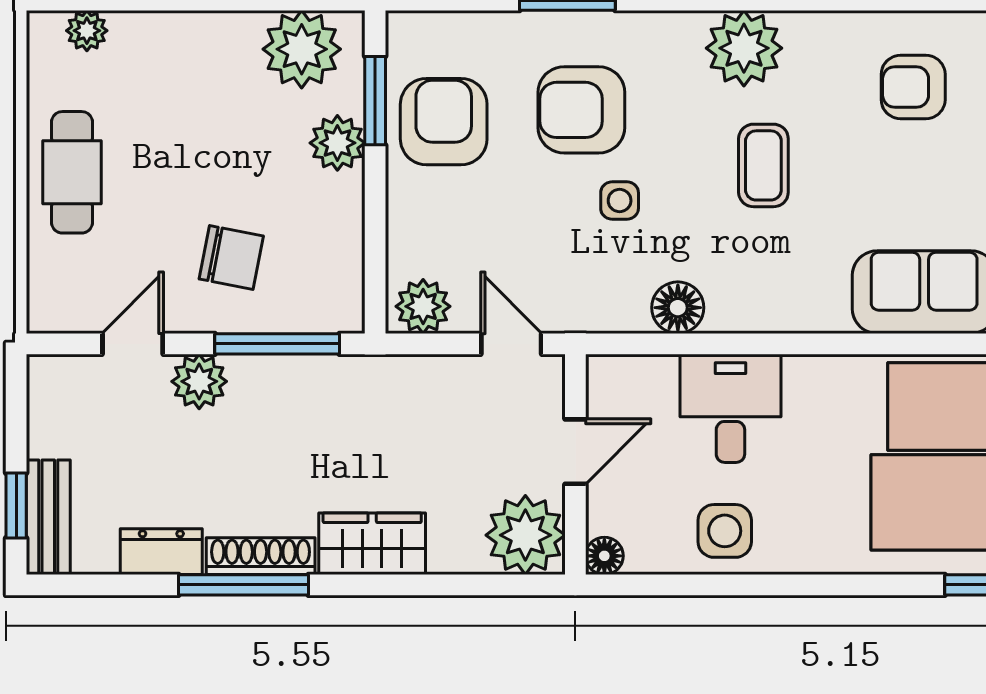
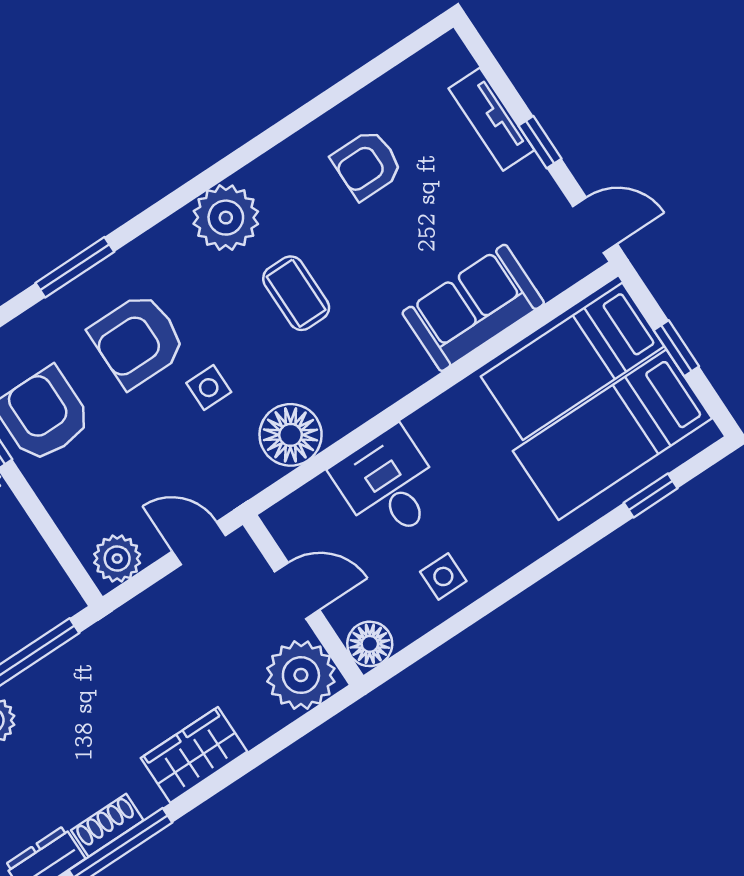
floor lamp: (678, 308) -> (291, 435), width x1.38, depth x1.38
door: (575, 452) -> (297, 591), hinge flipped
side table: (725, 531) -> (443, 576), width x0.73, depth x0.73
shoe rack: (261, 556) -> (107, 825), width x0.70
floor lamp: (604, 556) -> (370, 644), width x1.37, depth x1.37

